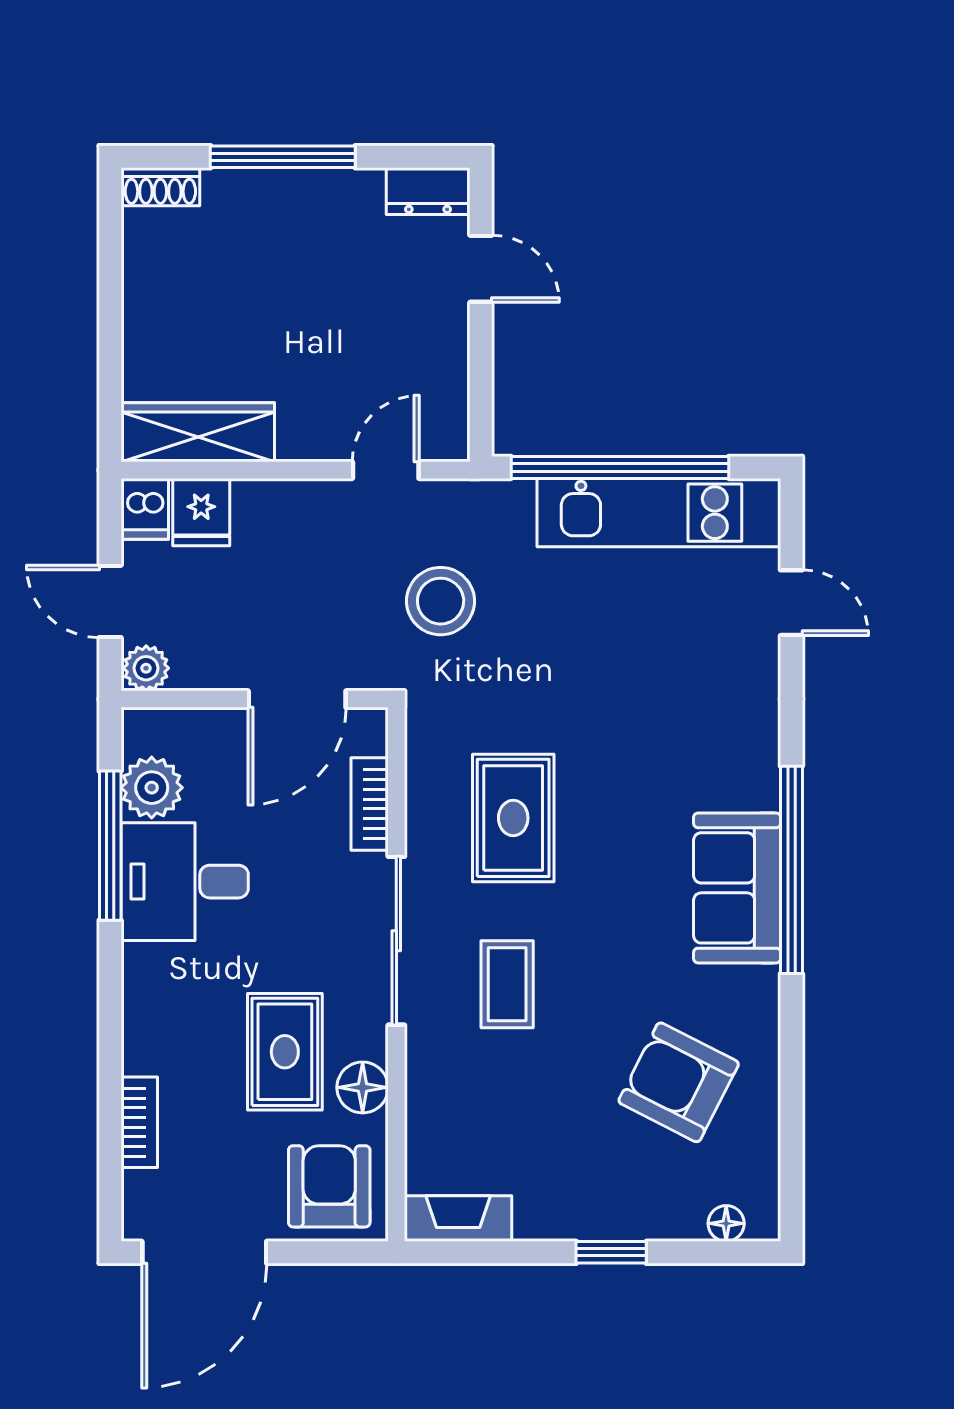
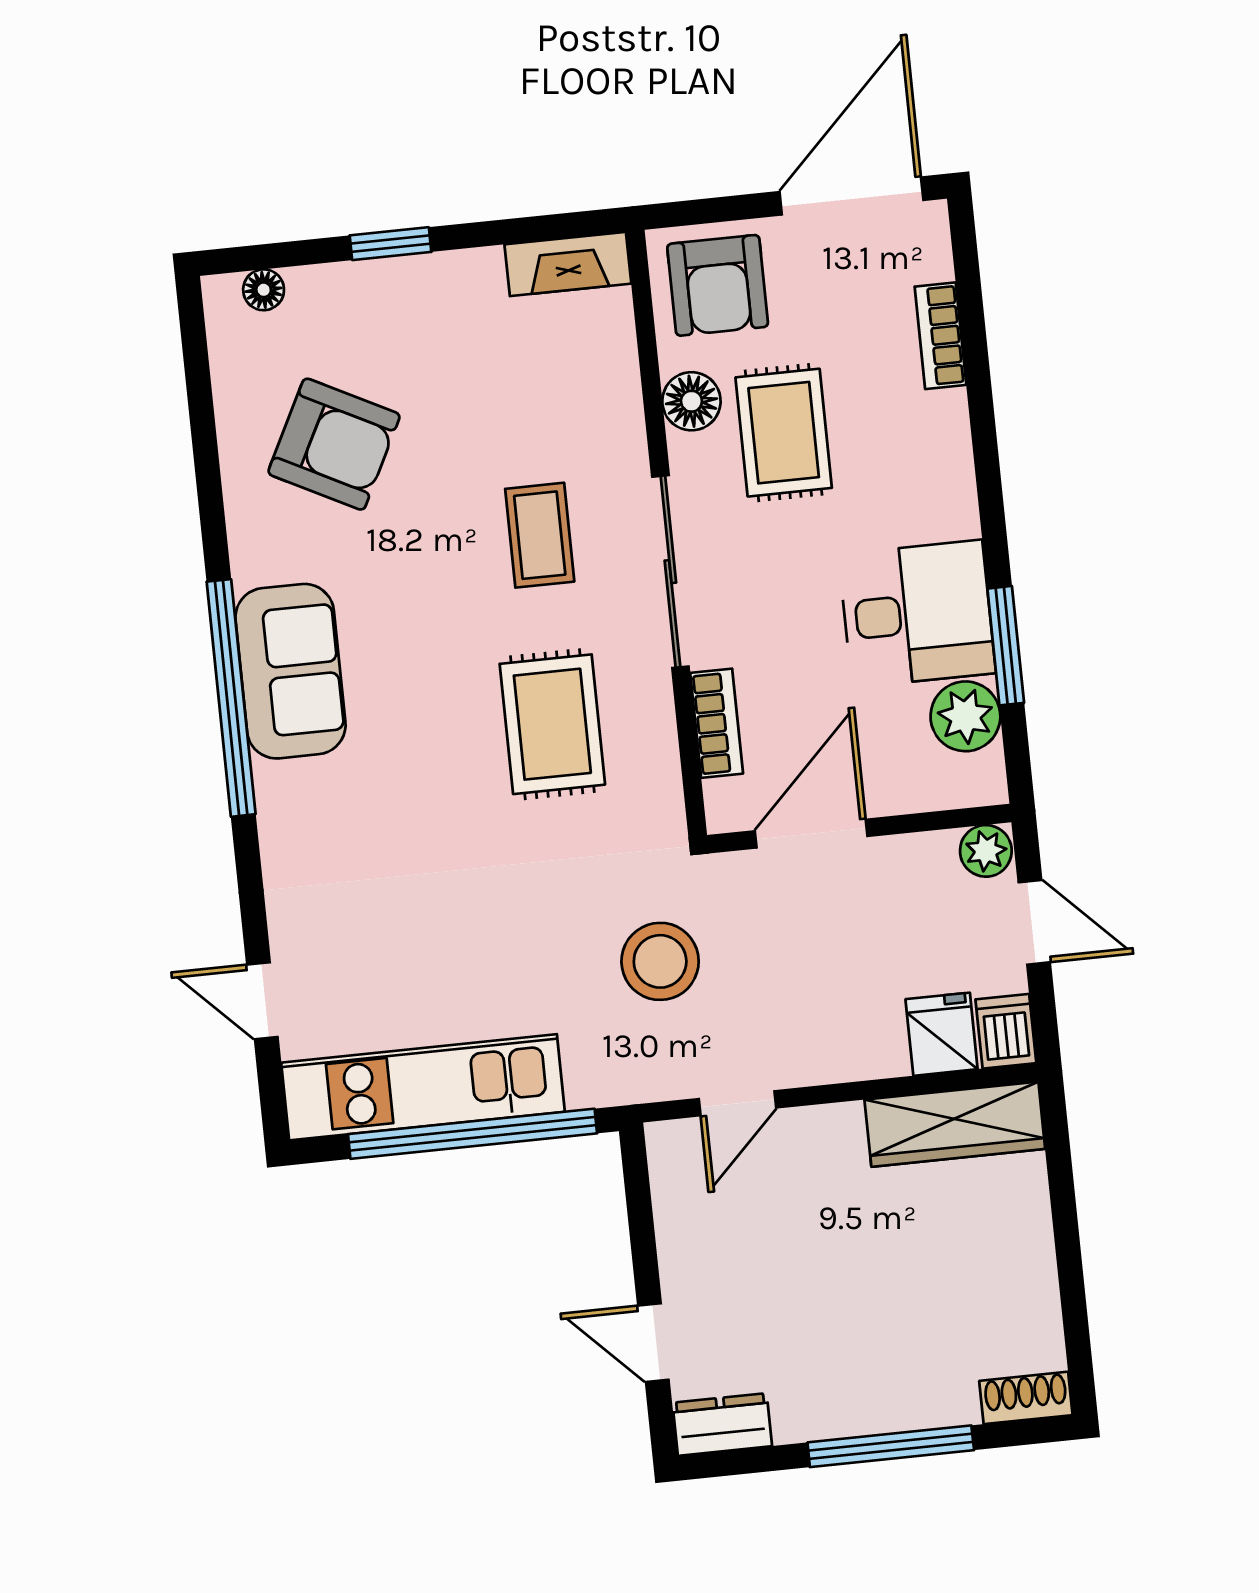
window: (110, 846) -> (1006, 646), width x0.69

